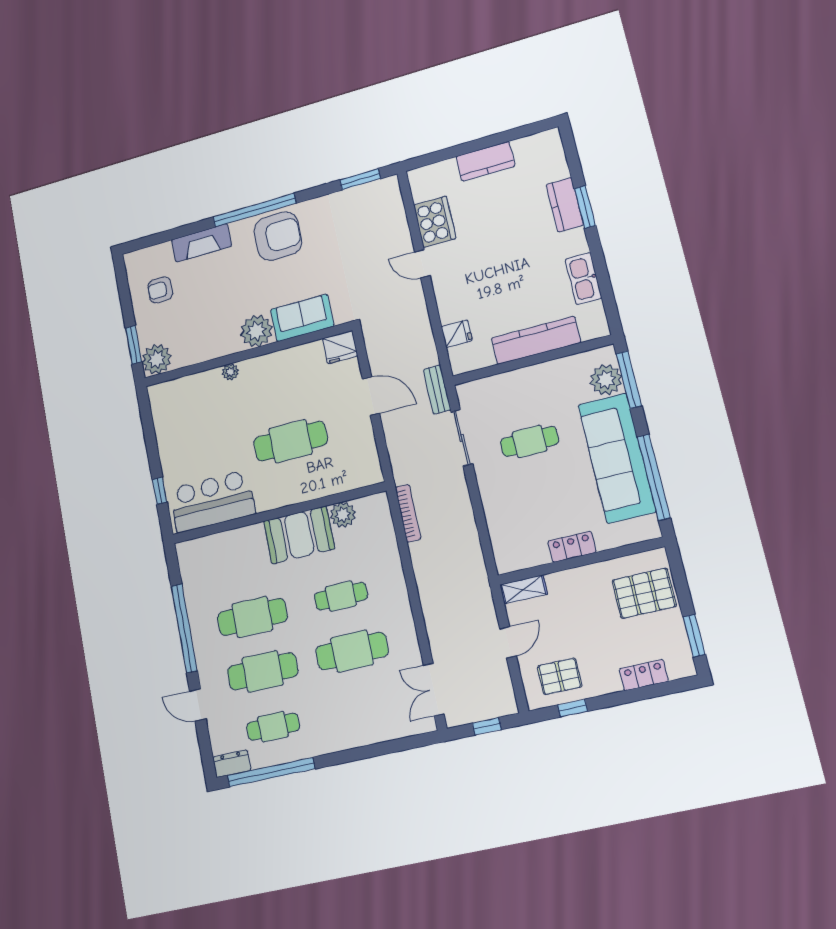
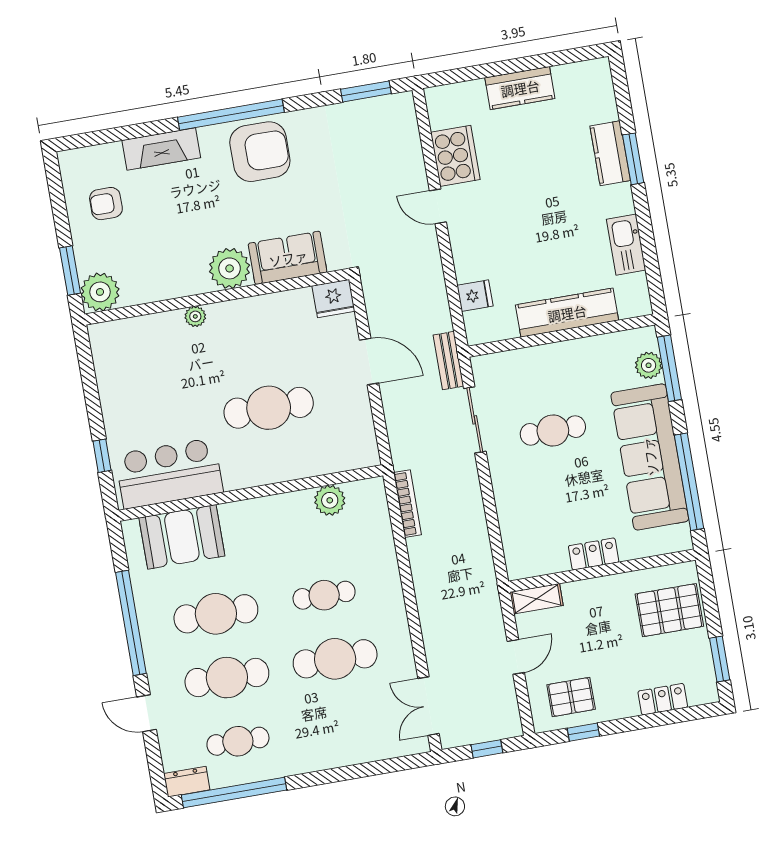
plant: (606, 380) -> (649, 365), width x0.73, depth x0.73
booth: (299, 535) -> (182, 537), moved

